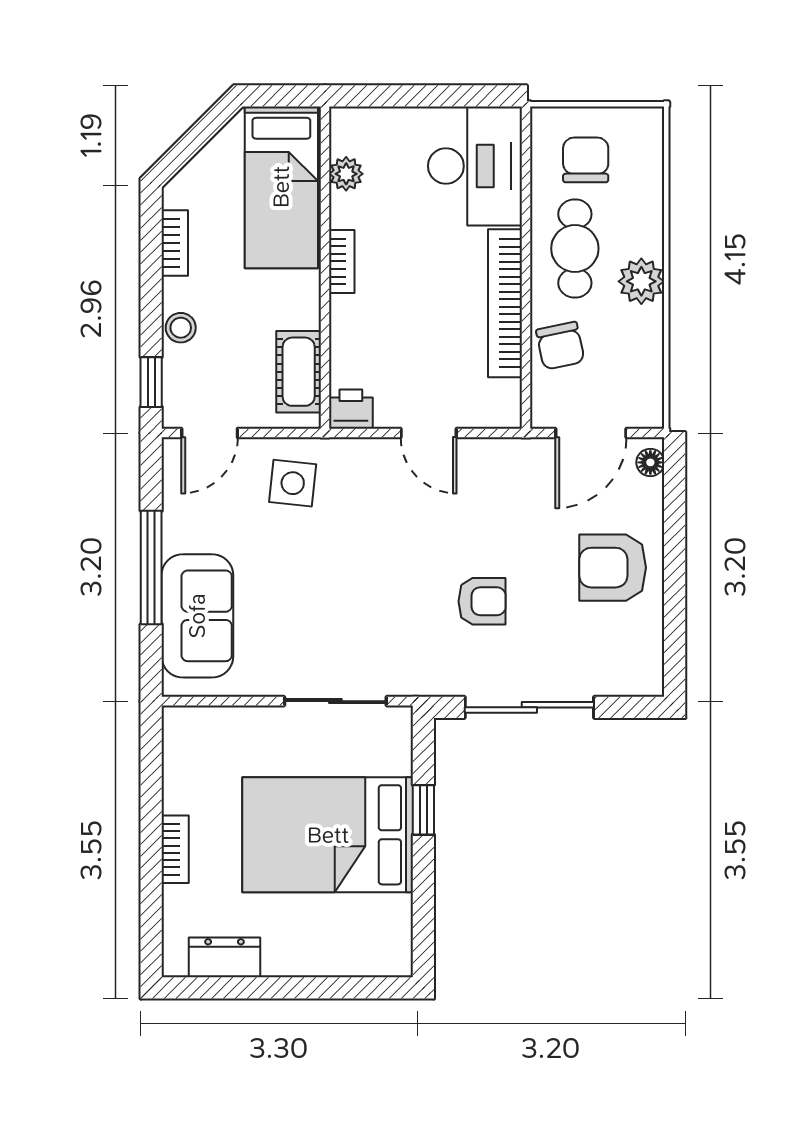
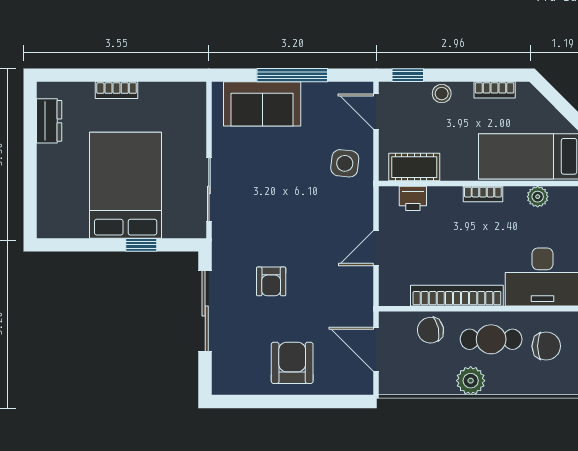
printer: (351, 409) -> (413, 198), moved, turned 90
floor lamp: (650, 462) -> (358, 386), removed

